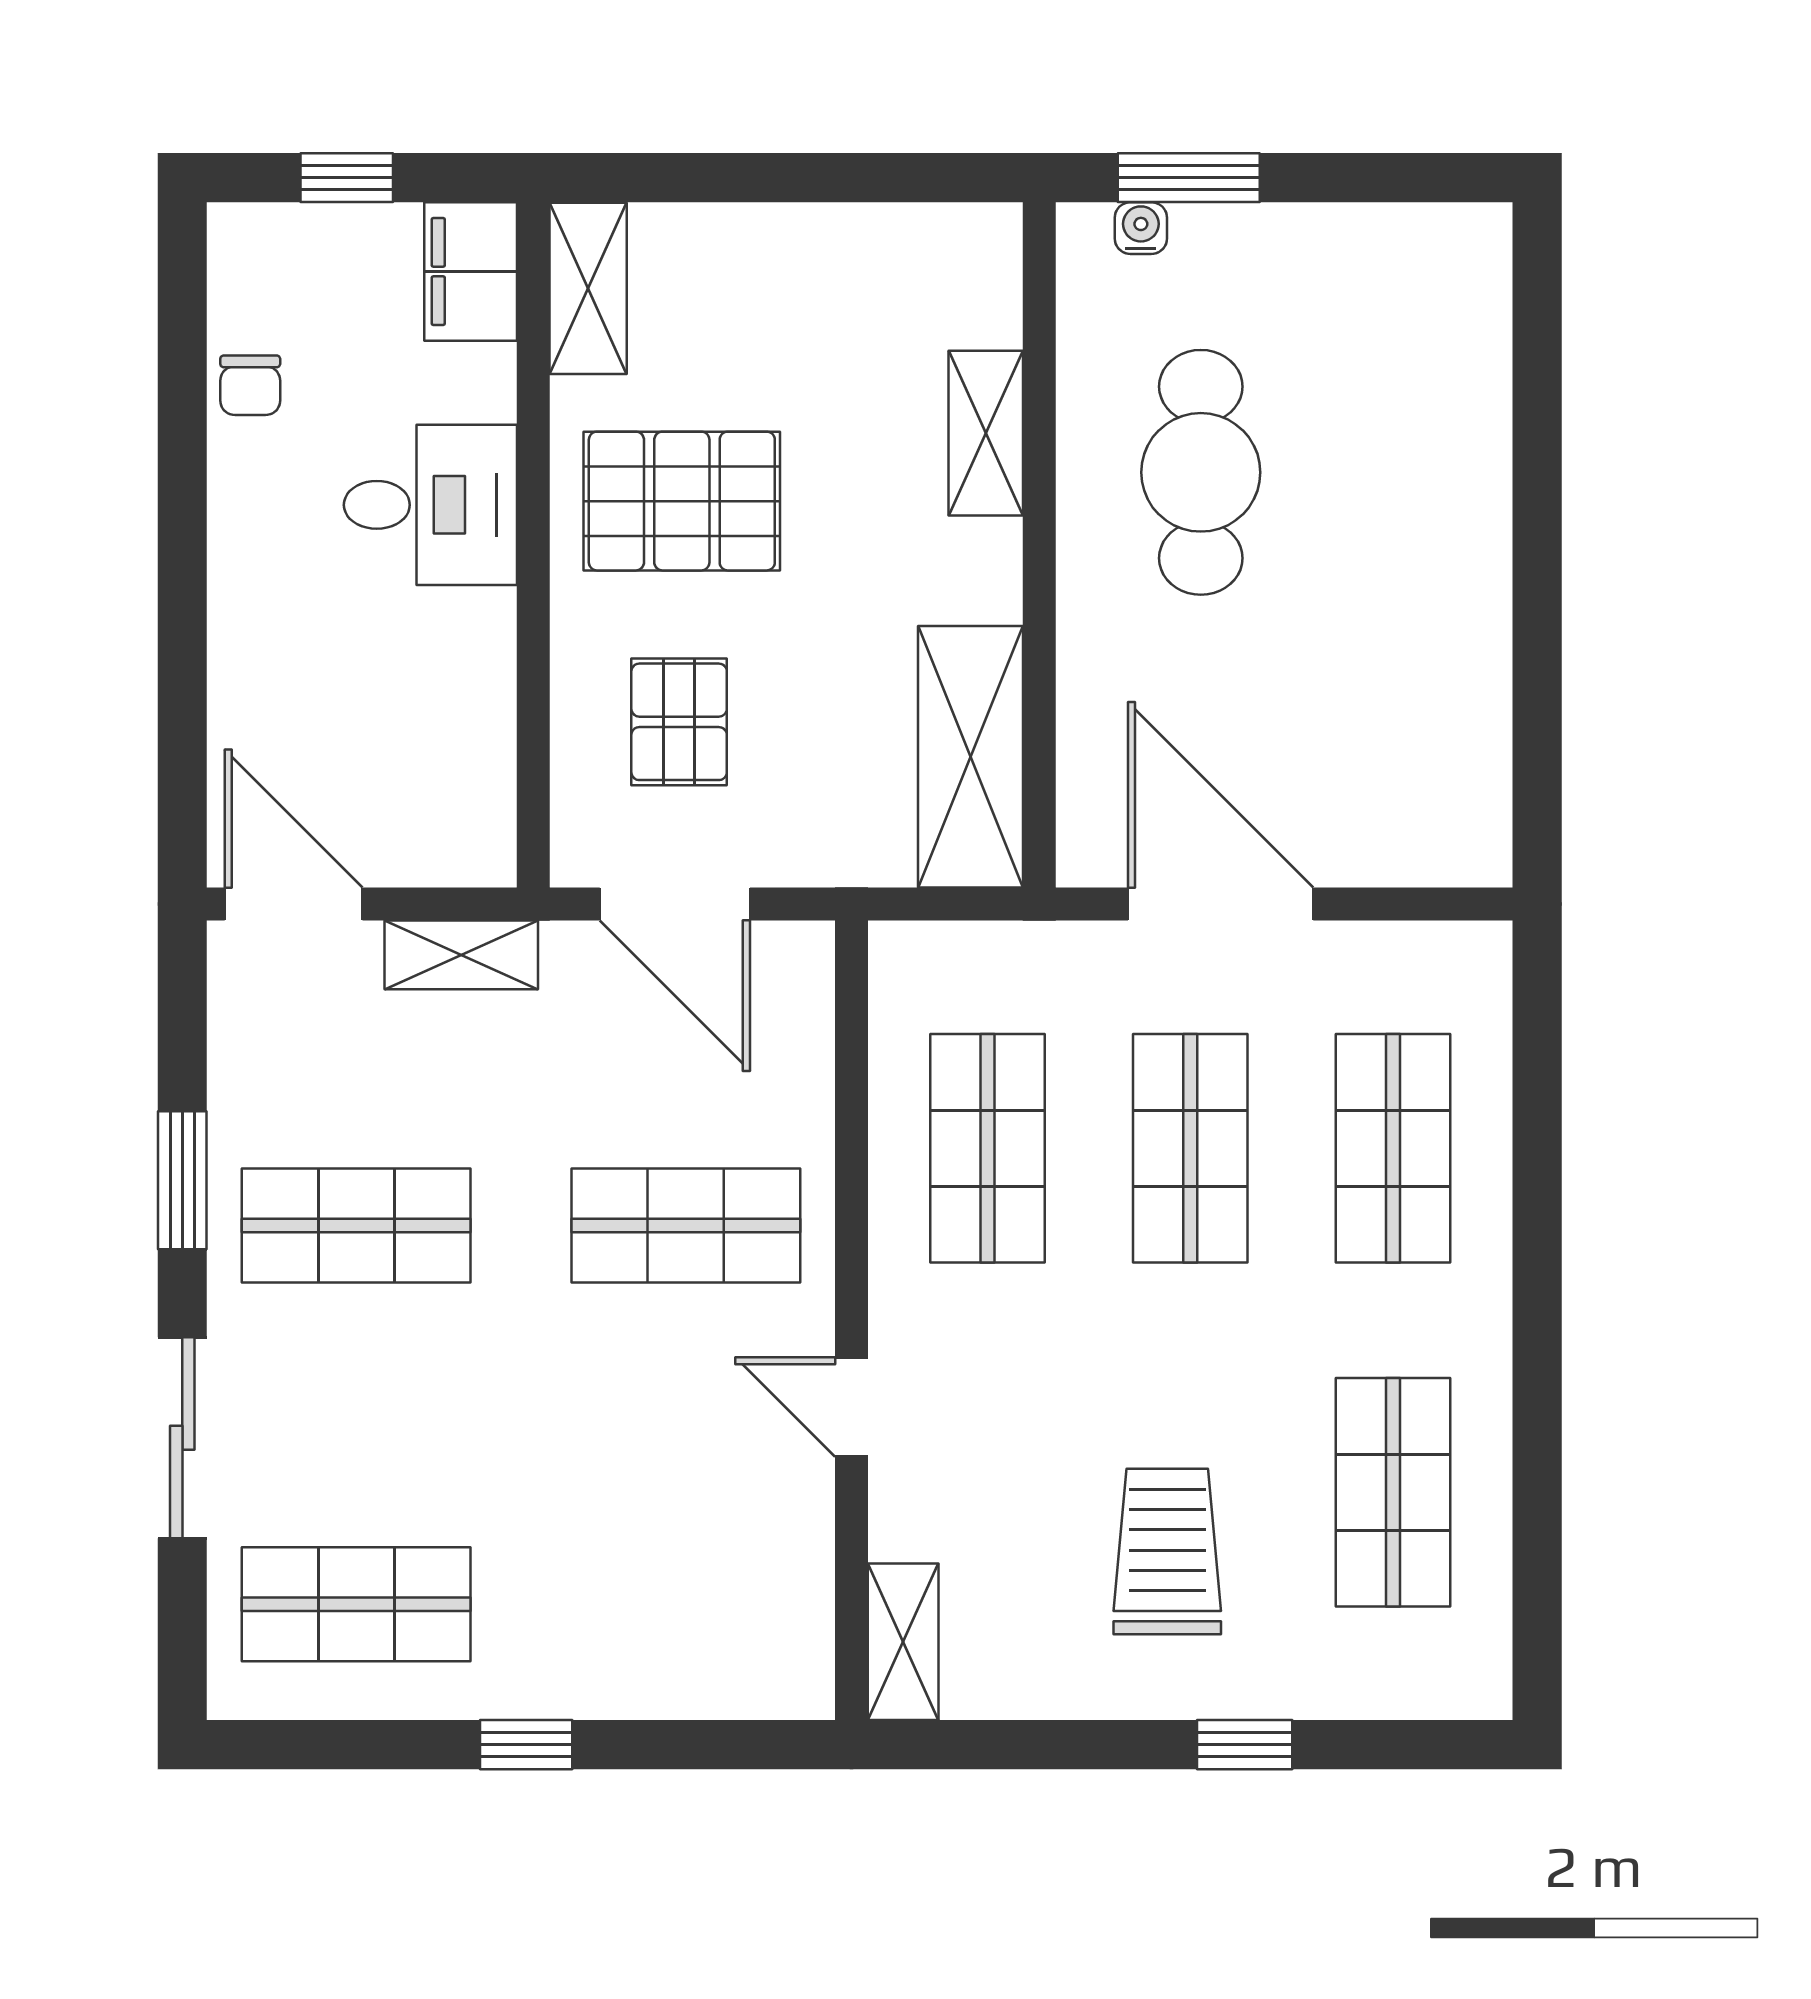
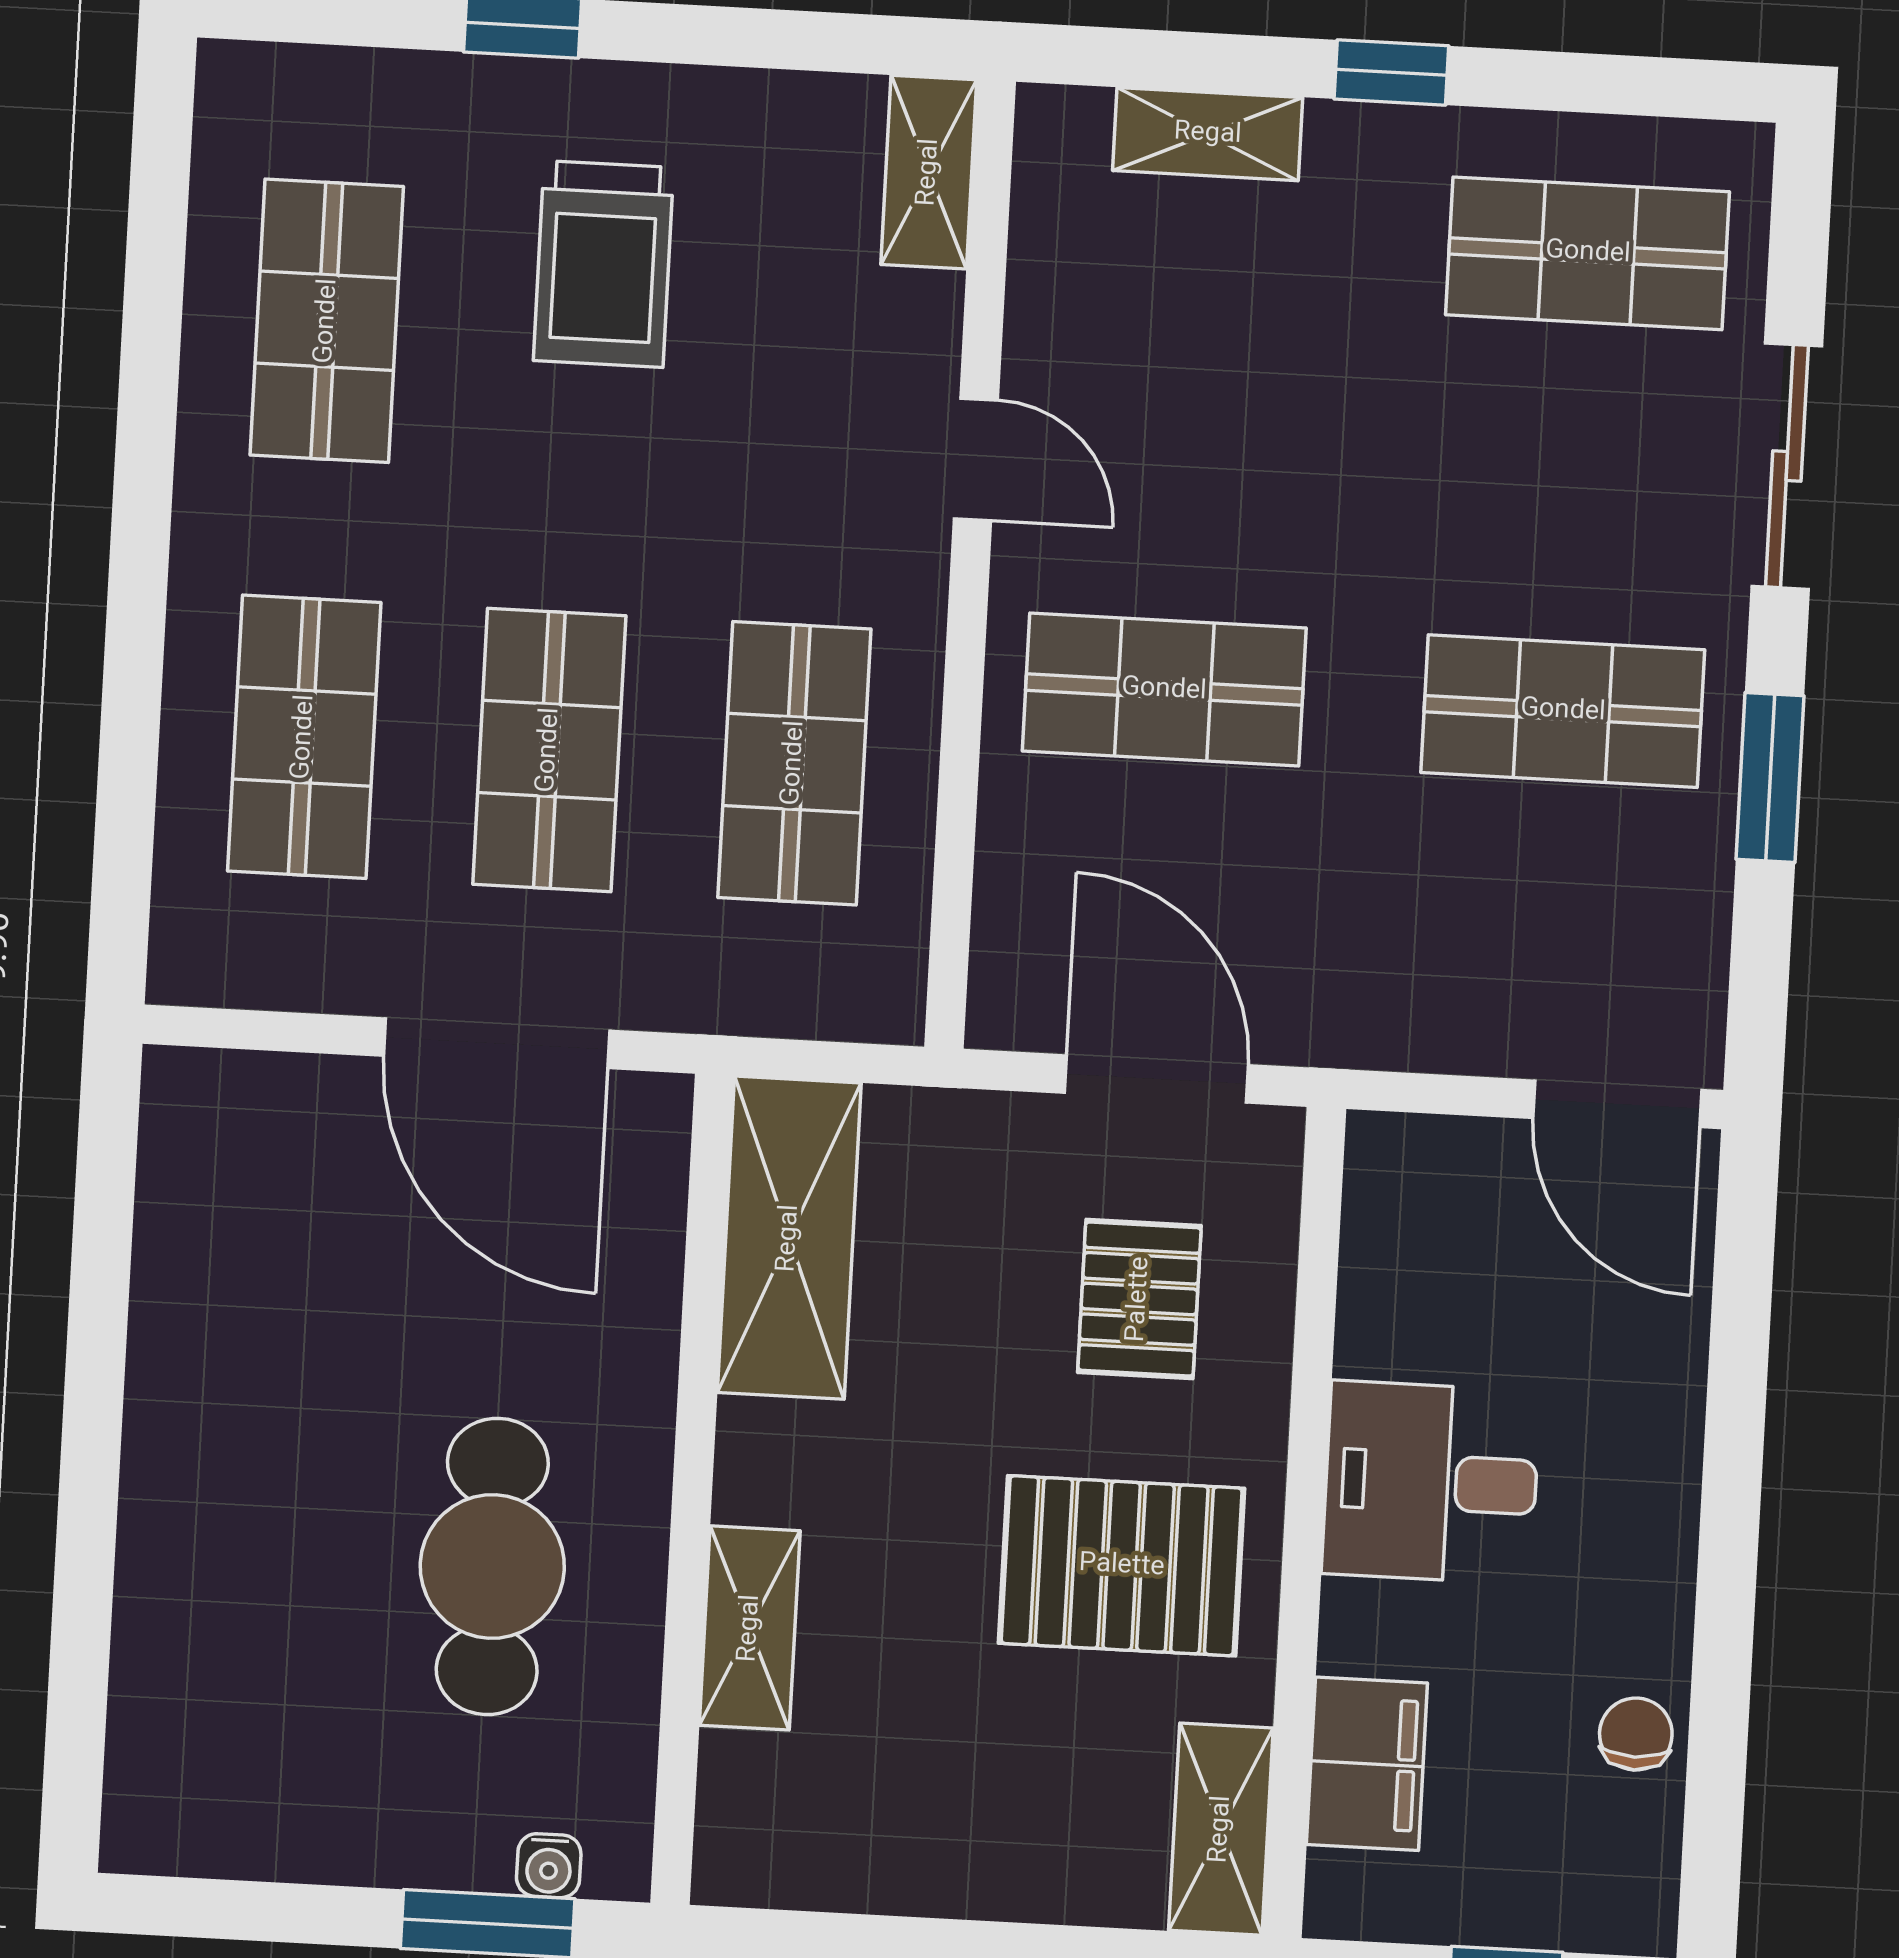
filing cabinet: (471, 271) -> (1367, 1764), moved
desk: (430, 505) -> (1431, 1482), moved
shelving: (461, 955) -> (1208, 134), moved

